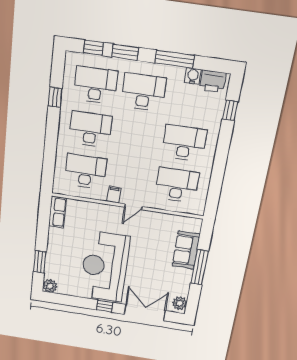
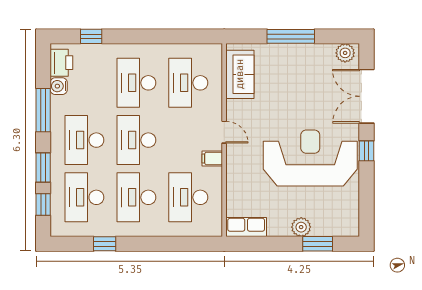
desk: (137, 136) -> (136, 140), added
sofa: (186, 250) -> (240, 74), moved, turned -90
reception desk: (105, 267) -> (310, 158), turned 180
plant: (50, 286) -> (301, 227), moved

